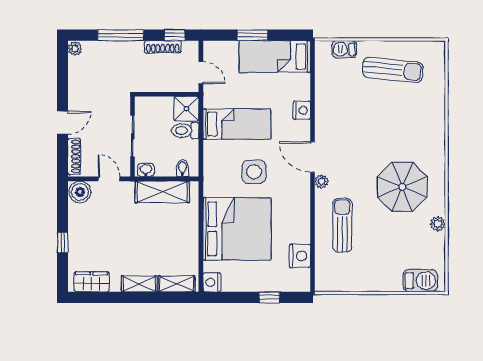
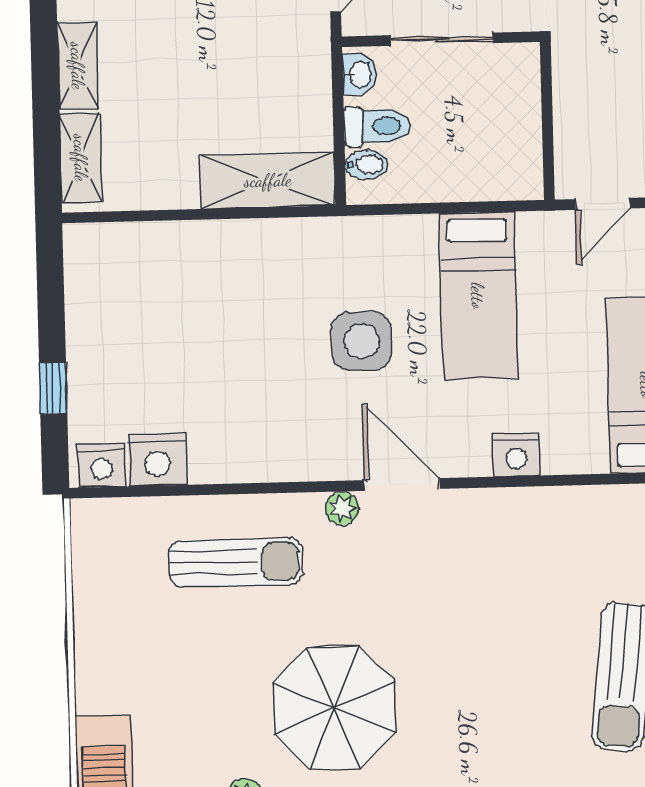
shower: (186, 109) -> (513, 171), removed
toilet: (185, 131) -> (377, 126), moved, turned 90
door: (313, 157) -> (402, 485), hinge flipped
shelving: (162, 192) -> (268, 180), moved, turned 90
bed: (237, 229) -> (220, 303), removed
nightstand: (212, 282) -> (101, 465), moved, turned 180

